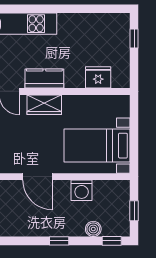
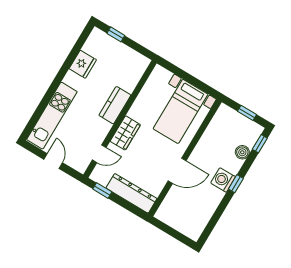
fridge: (98, 77) -> (83, 64), moved, turned 180
kitchen counter: (44, 78) -> (115, 105), moved
washing machine: (82, 190) -> (223, 180), moved, turned 180

